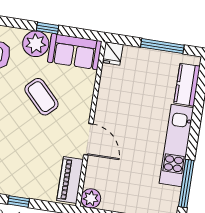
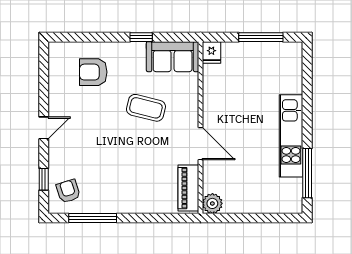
plant: (36, 44) -> (132, 55), removed
kitchen counter: (187, 85) -> (292, 72), removed
coffee table: (41, 97) -> (146, 108), turned -32
window: (19, 201) -> (139, 218), removed

